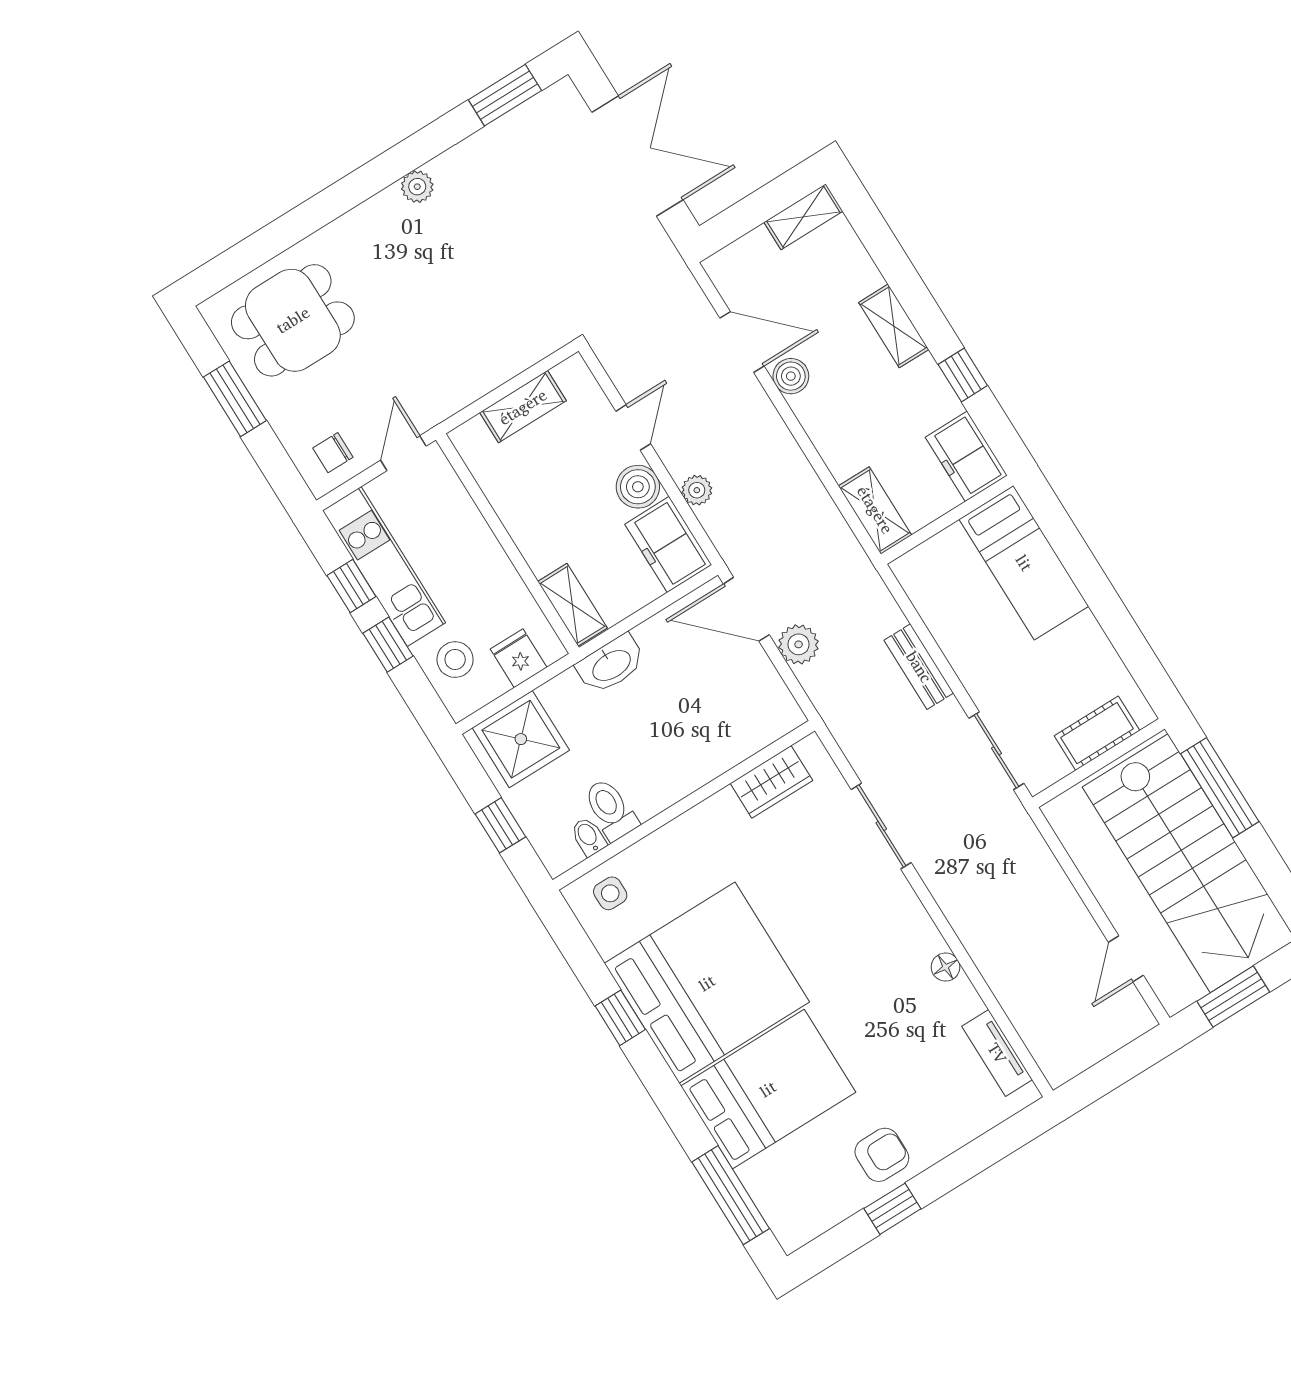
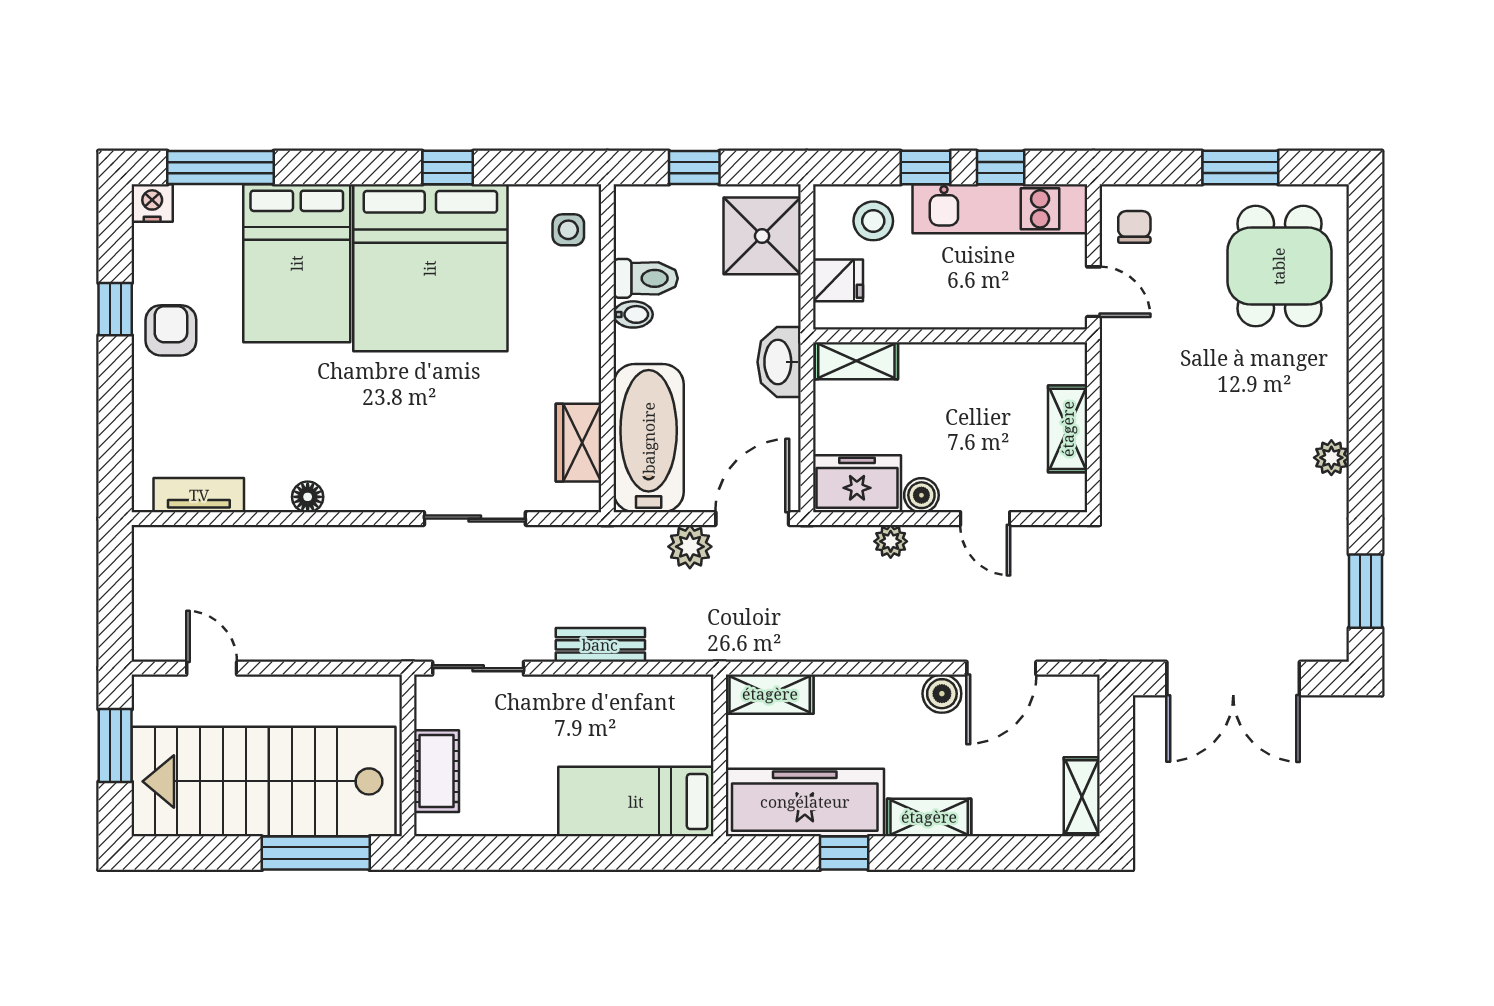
freezer: (966, 456) -> (805, 802), width x1.91, depth x1.26
boiler: (638, 487) -> (921, 495), width x0.73, depth x0.73
bathtub: (734, 729) -> (649, 438), added
bidet: (588, 837) -> (633, 314), moved
armchair: (882, 1155) -> (171, 330), turned 180
nightstand: (792, 1231) -> (152, 203), added

